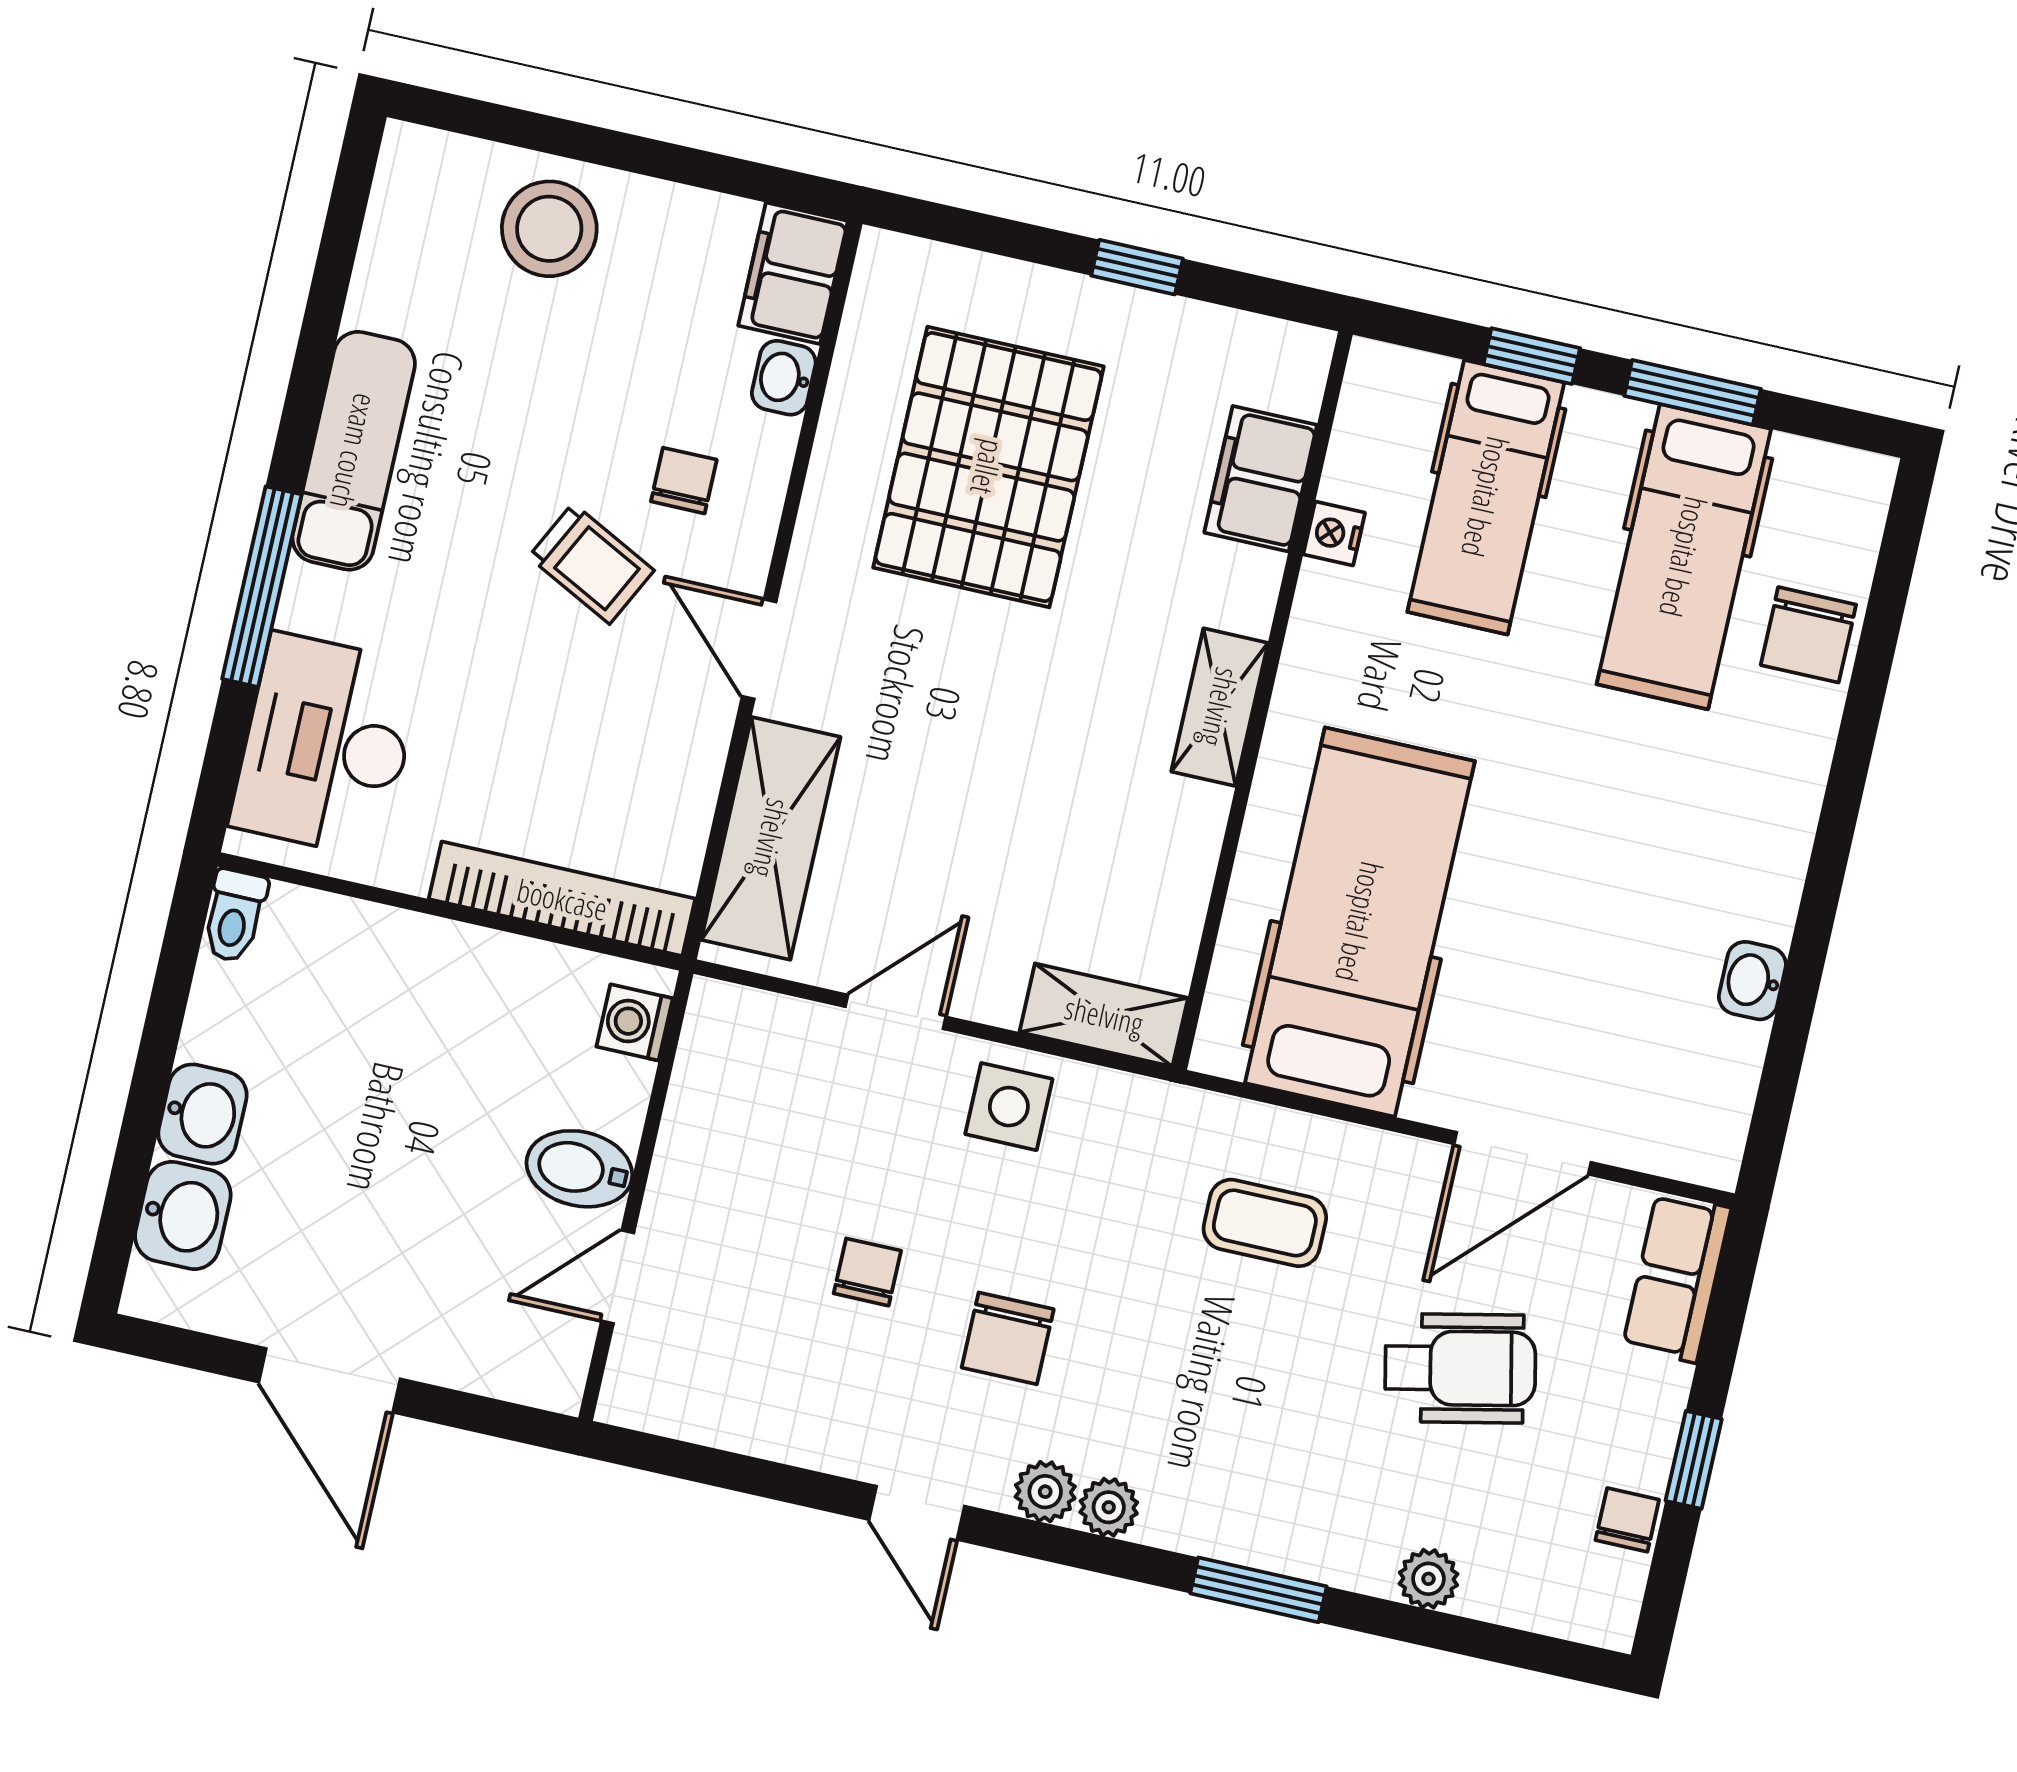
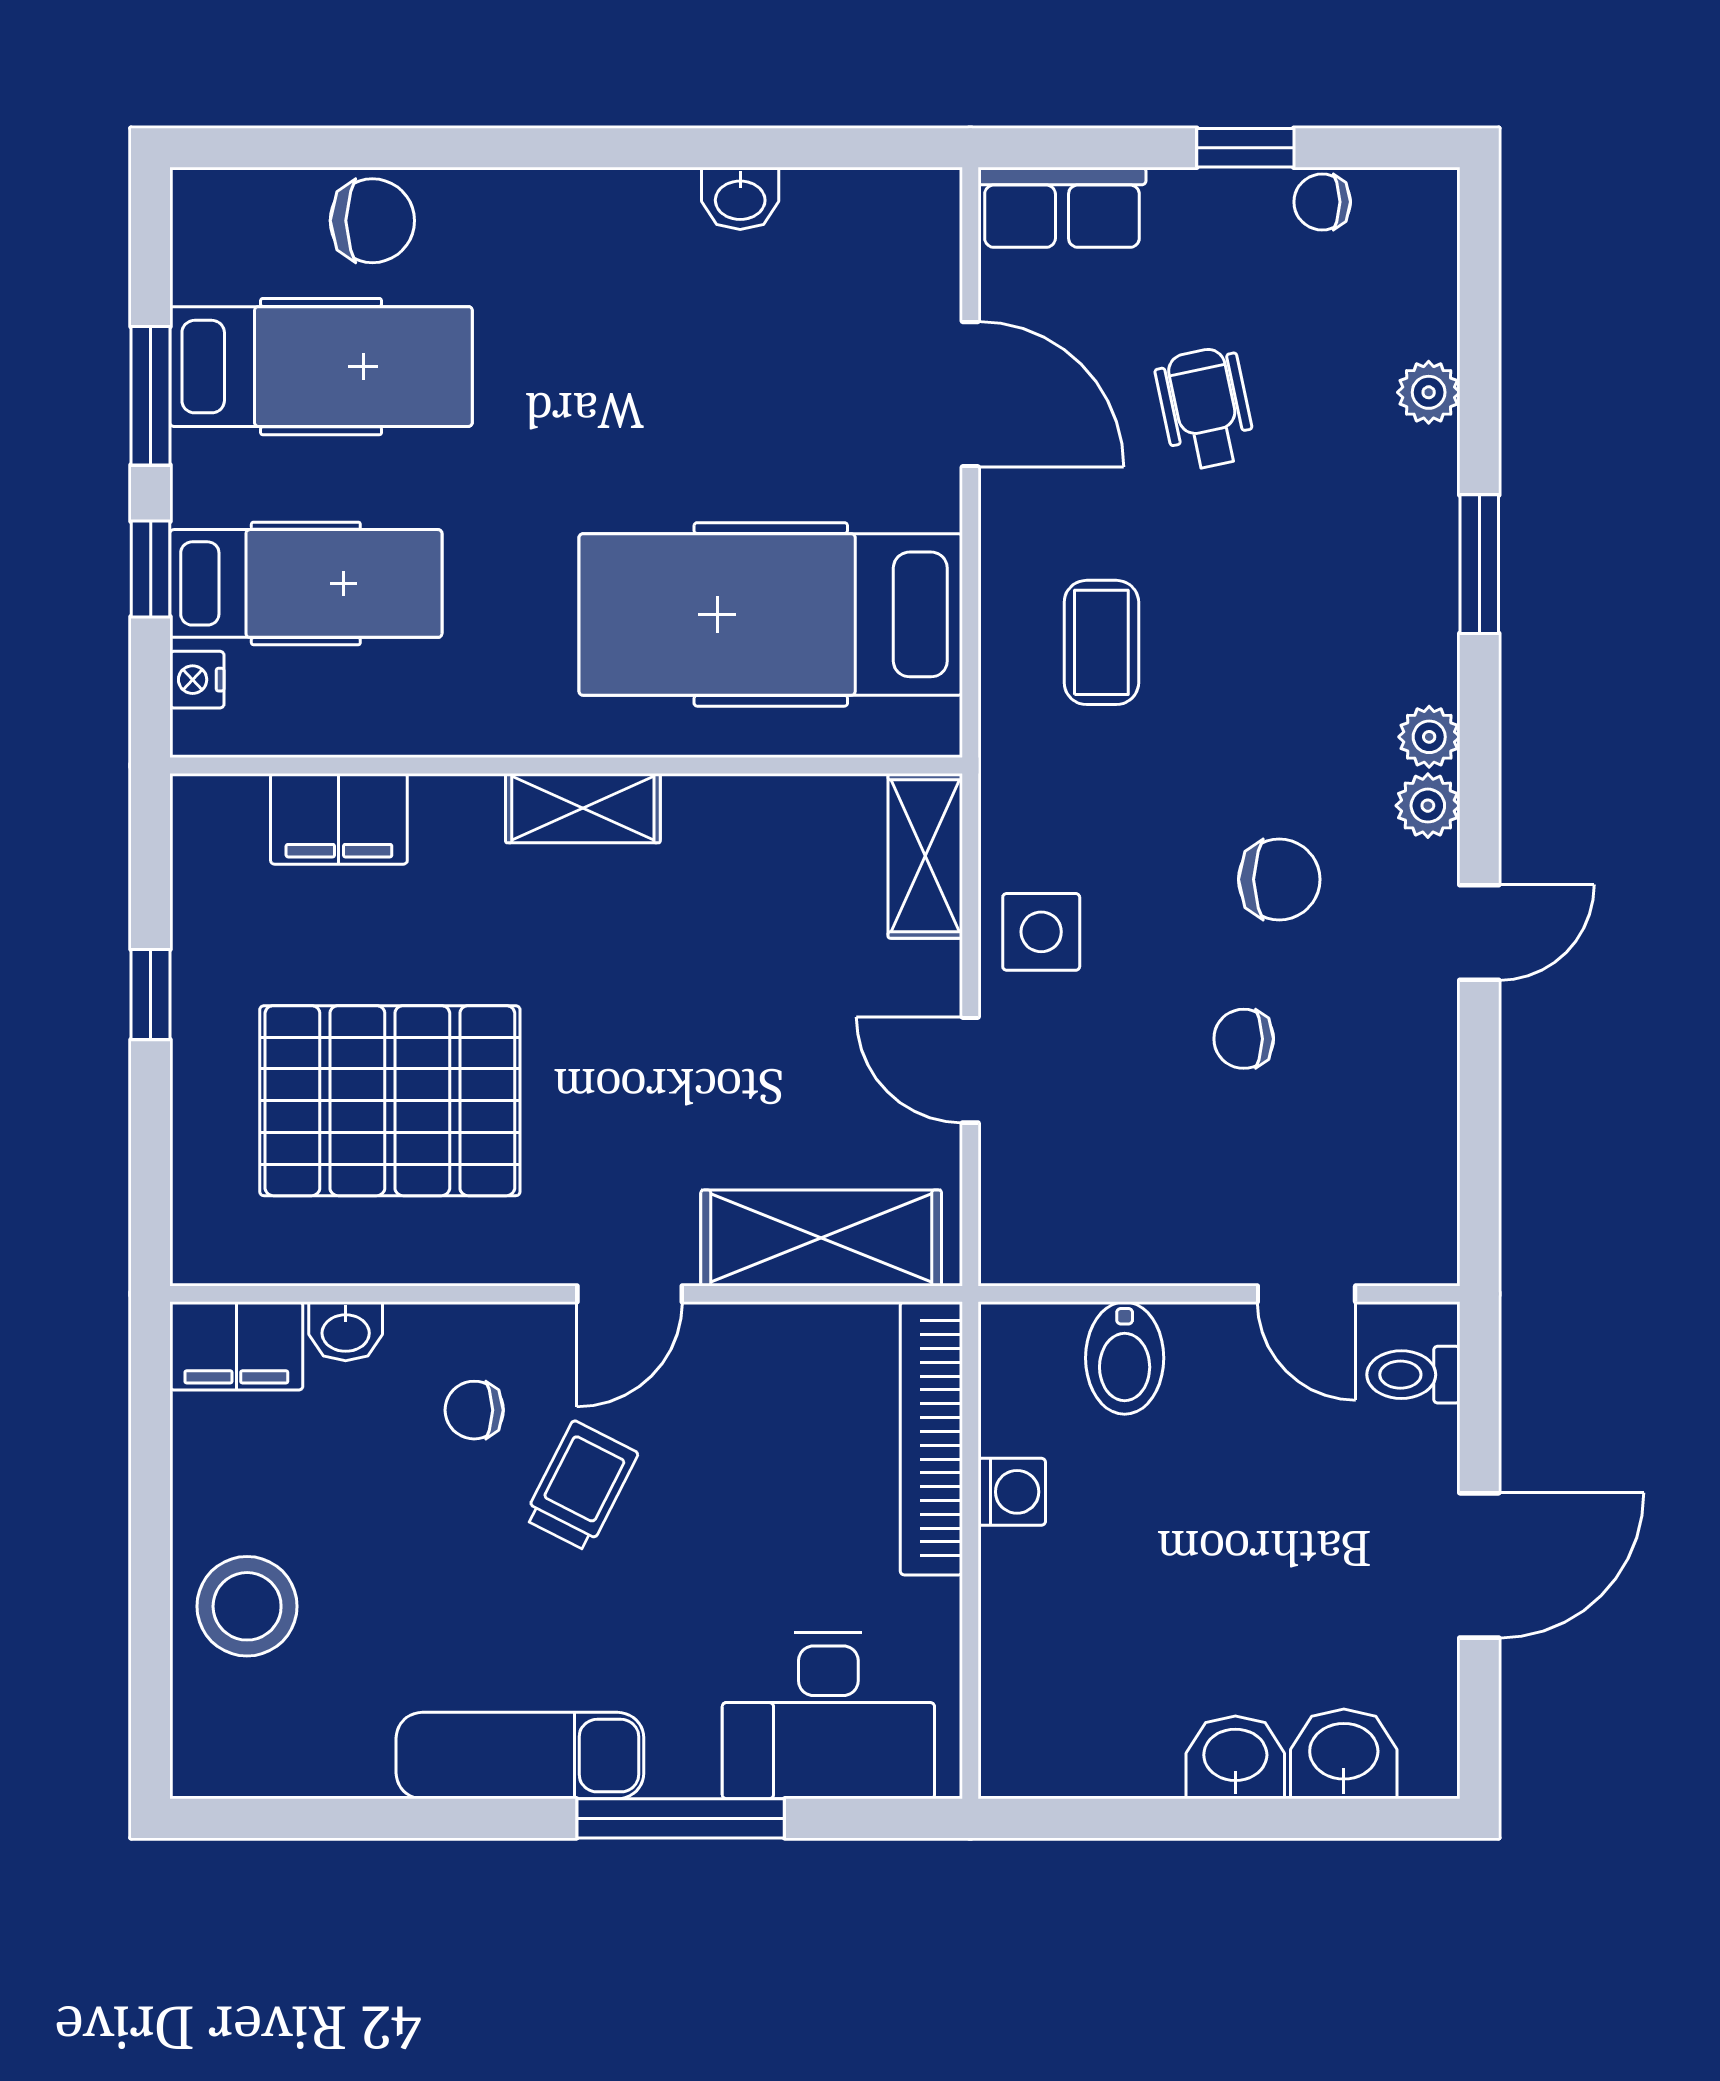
nightstand: (1334, 534) -> (197, 680), moved, turned 90
toilet: (234, 916) -> (1413, 1375), moved, turned 180
washing machine: (635, 1022) -> (1012, 1492), moved, turned -90
bidet: (579, 1169) -> (1125, 1358), moved
wheelchair: (1460, 1368) -> (1205, 408), width x0.73, depth x0.73

